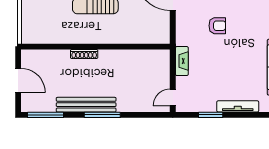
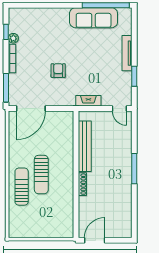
door: (18, 80) -> (95, 240), moved
bench: (86, 105) -> (85, 146), moved
window: (45, 115) -> (134, 217), removed

